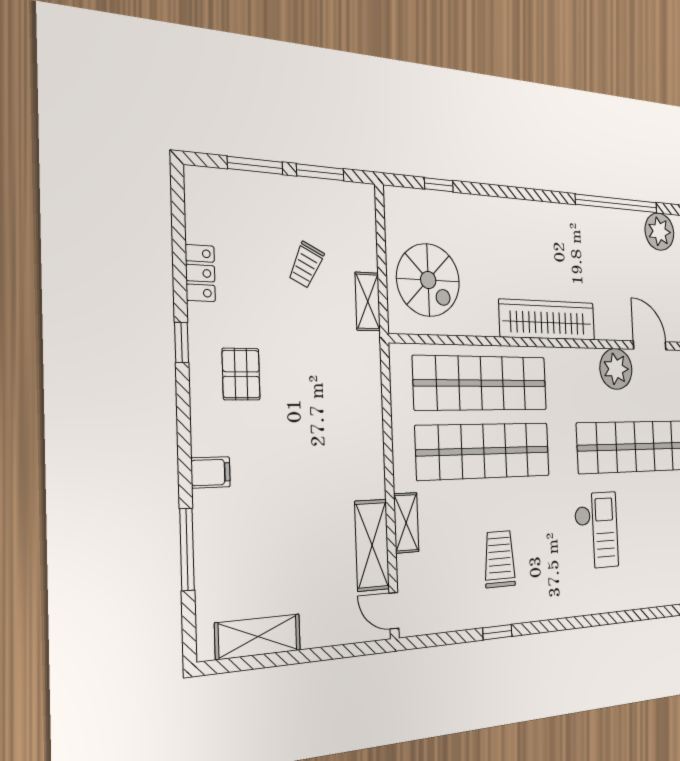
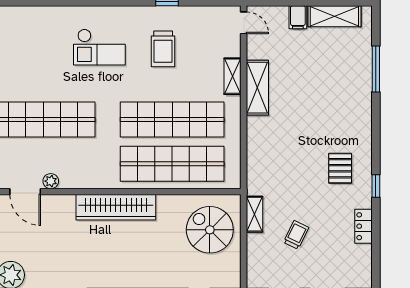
plant: (616, 369) -> (51, 181), width x0.53, depth x0.53
filing cabinet: (211, 472) -> (298, 17), moved, turned -90
checkout: (596, 530) -> (99, 47), moved, turned -90
shelving: (372, 545) -> (257, 88), moved

